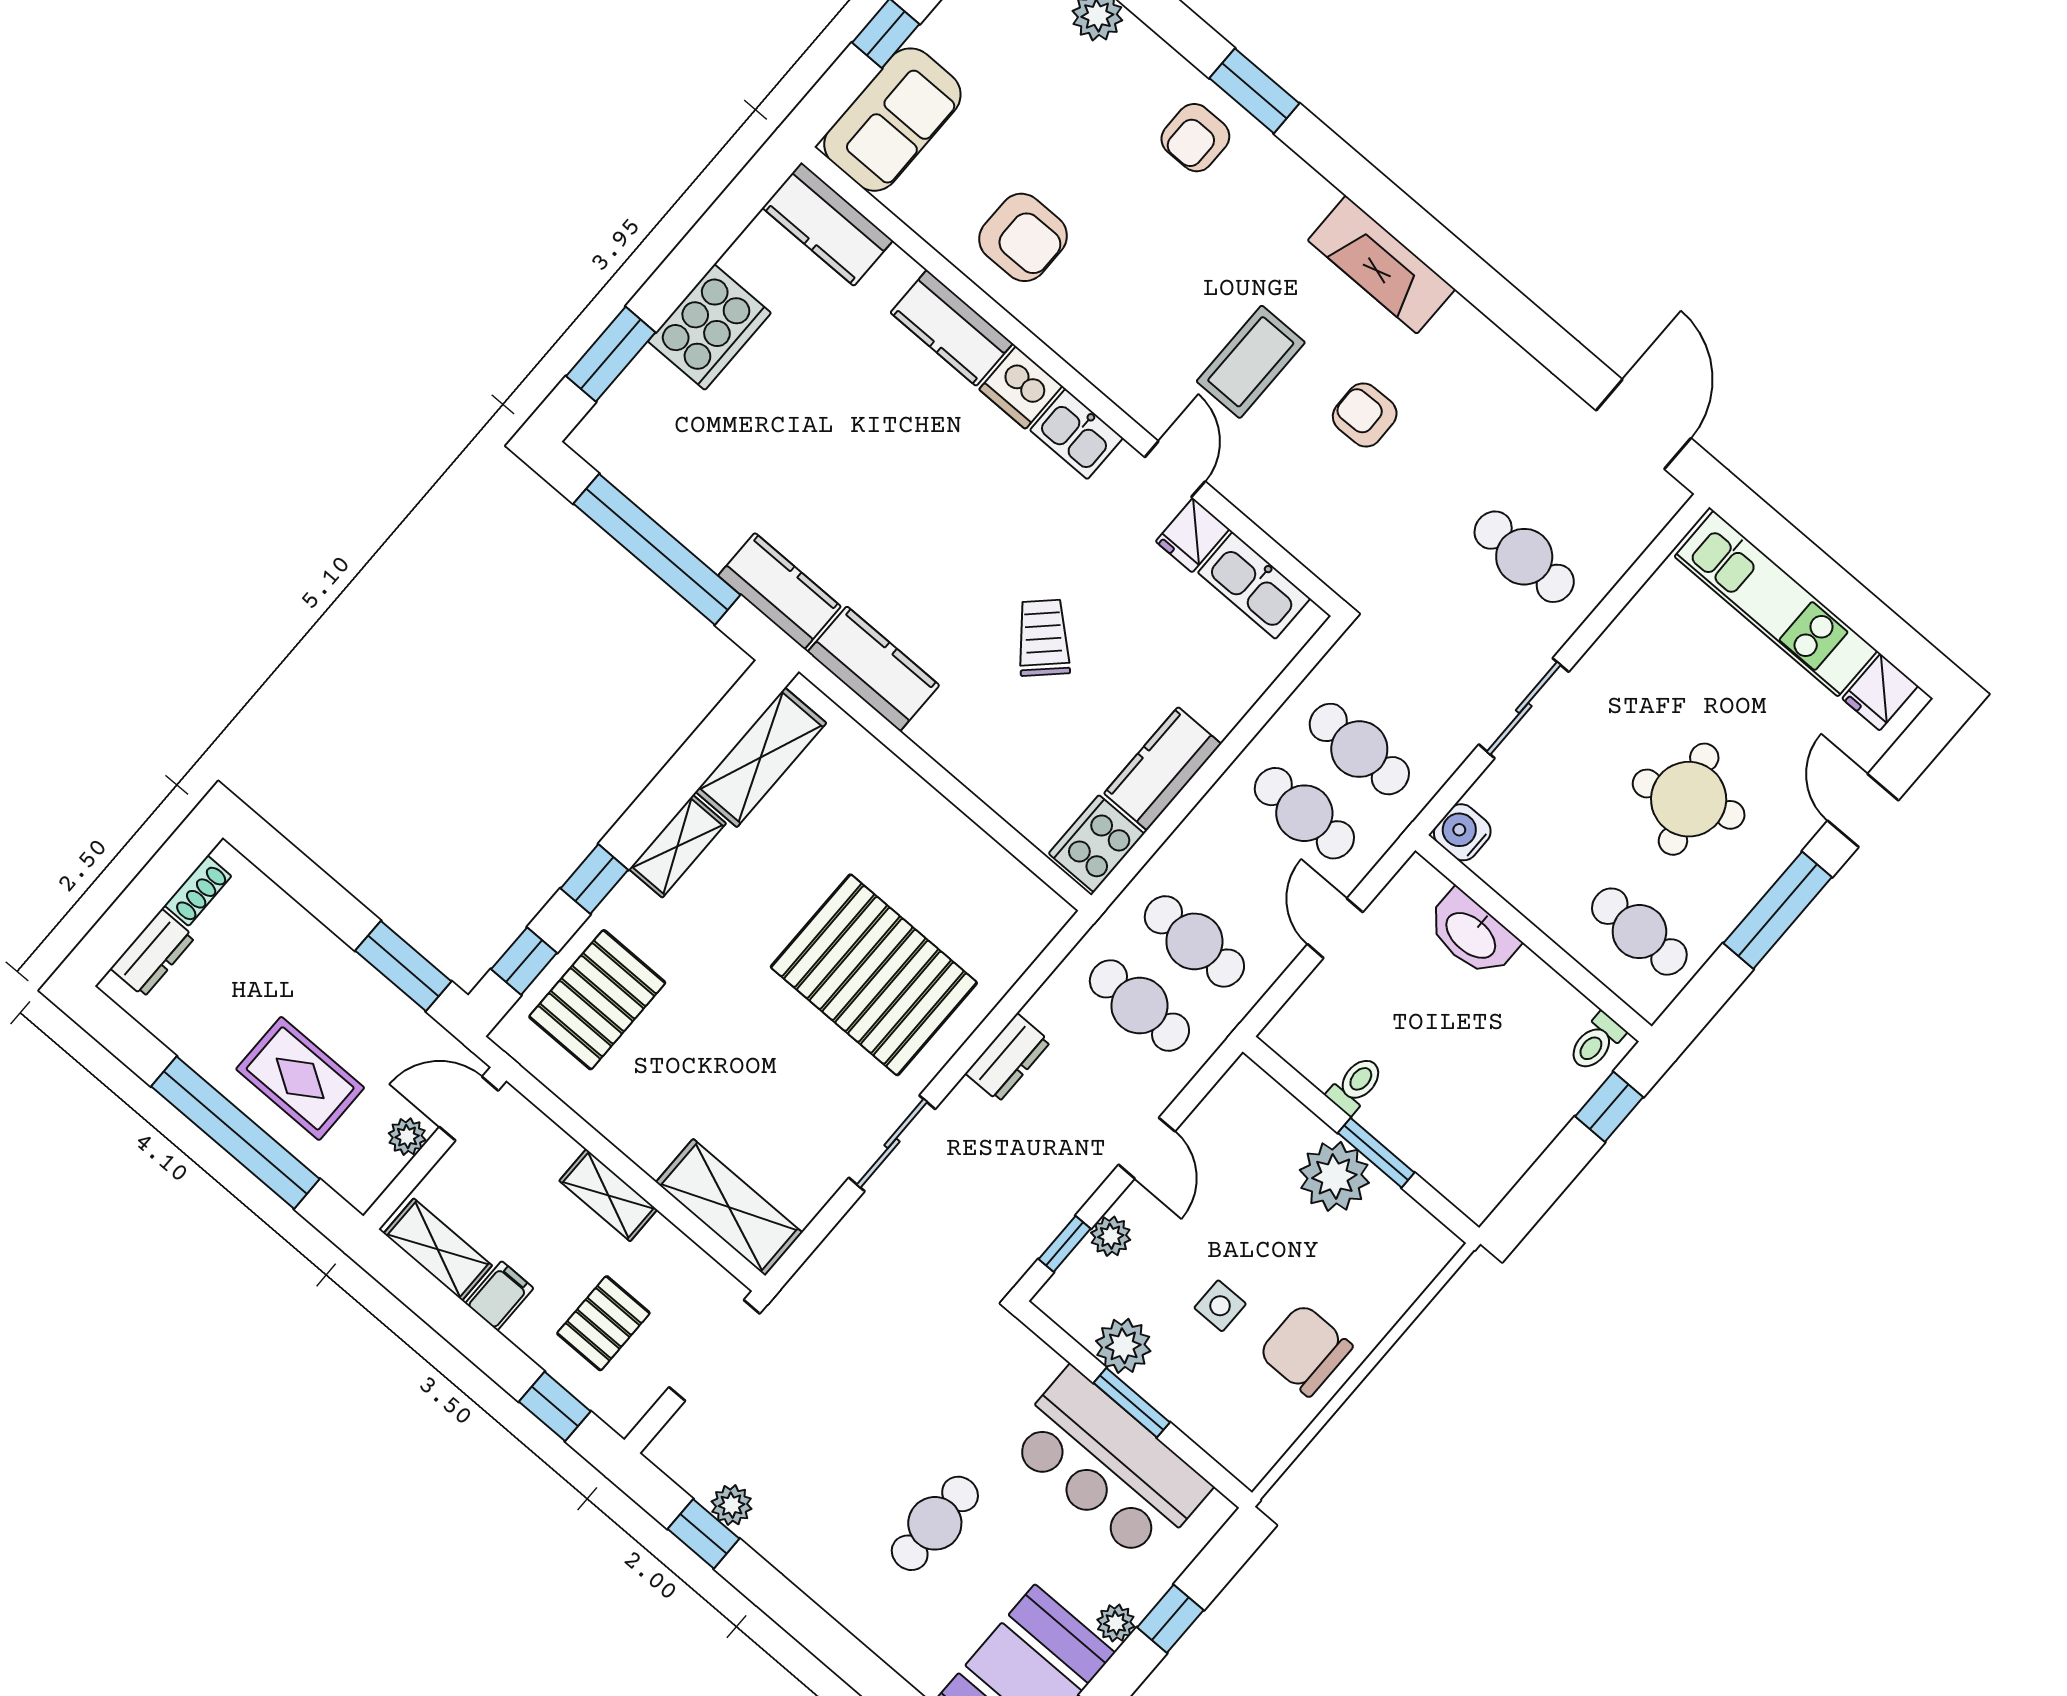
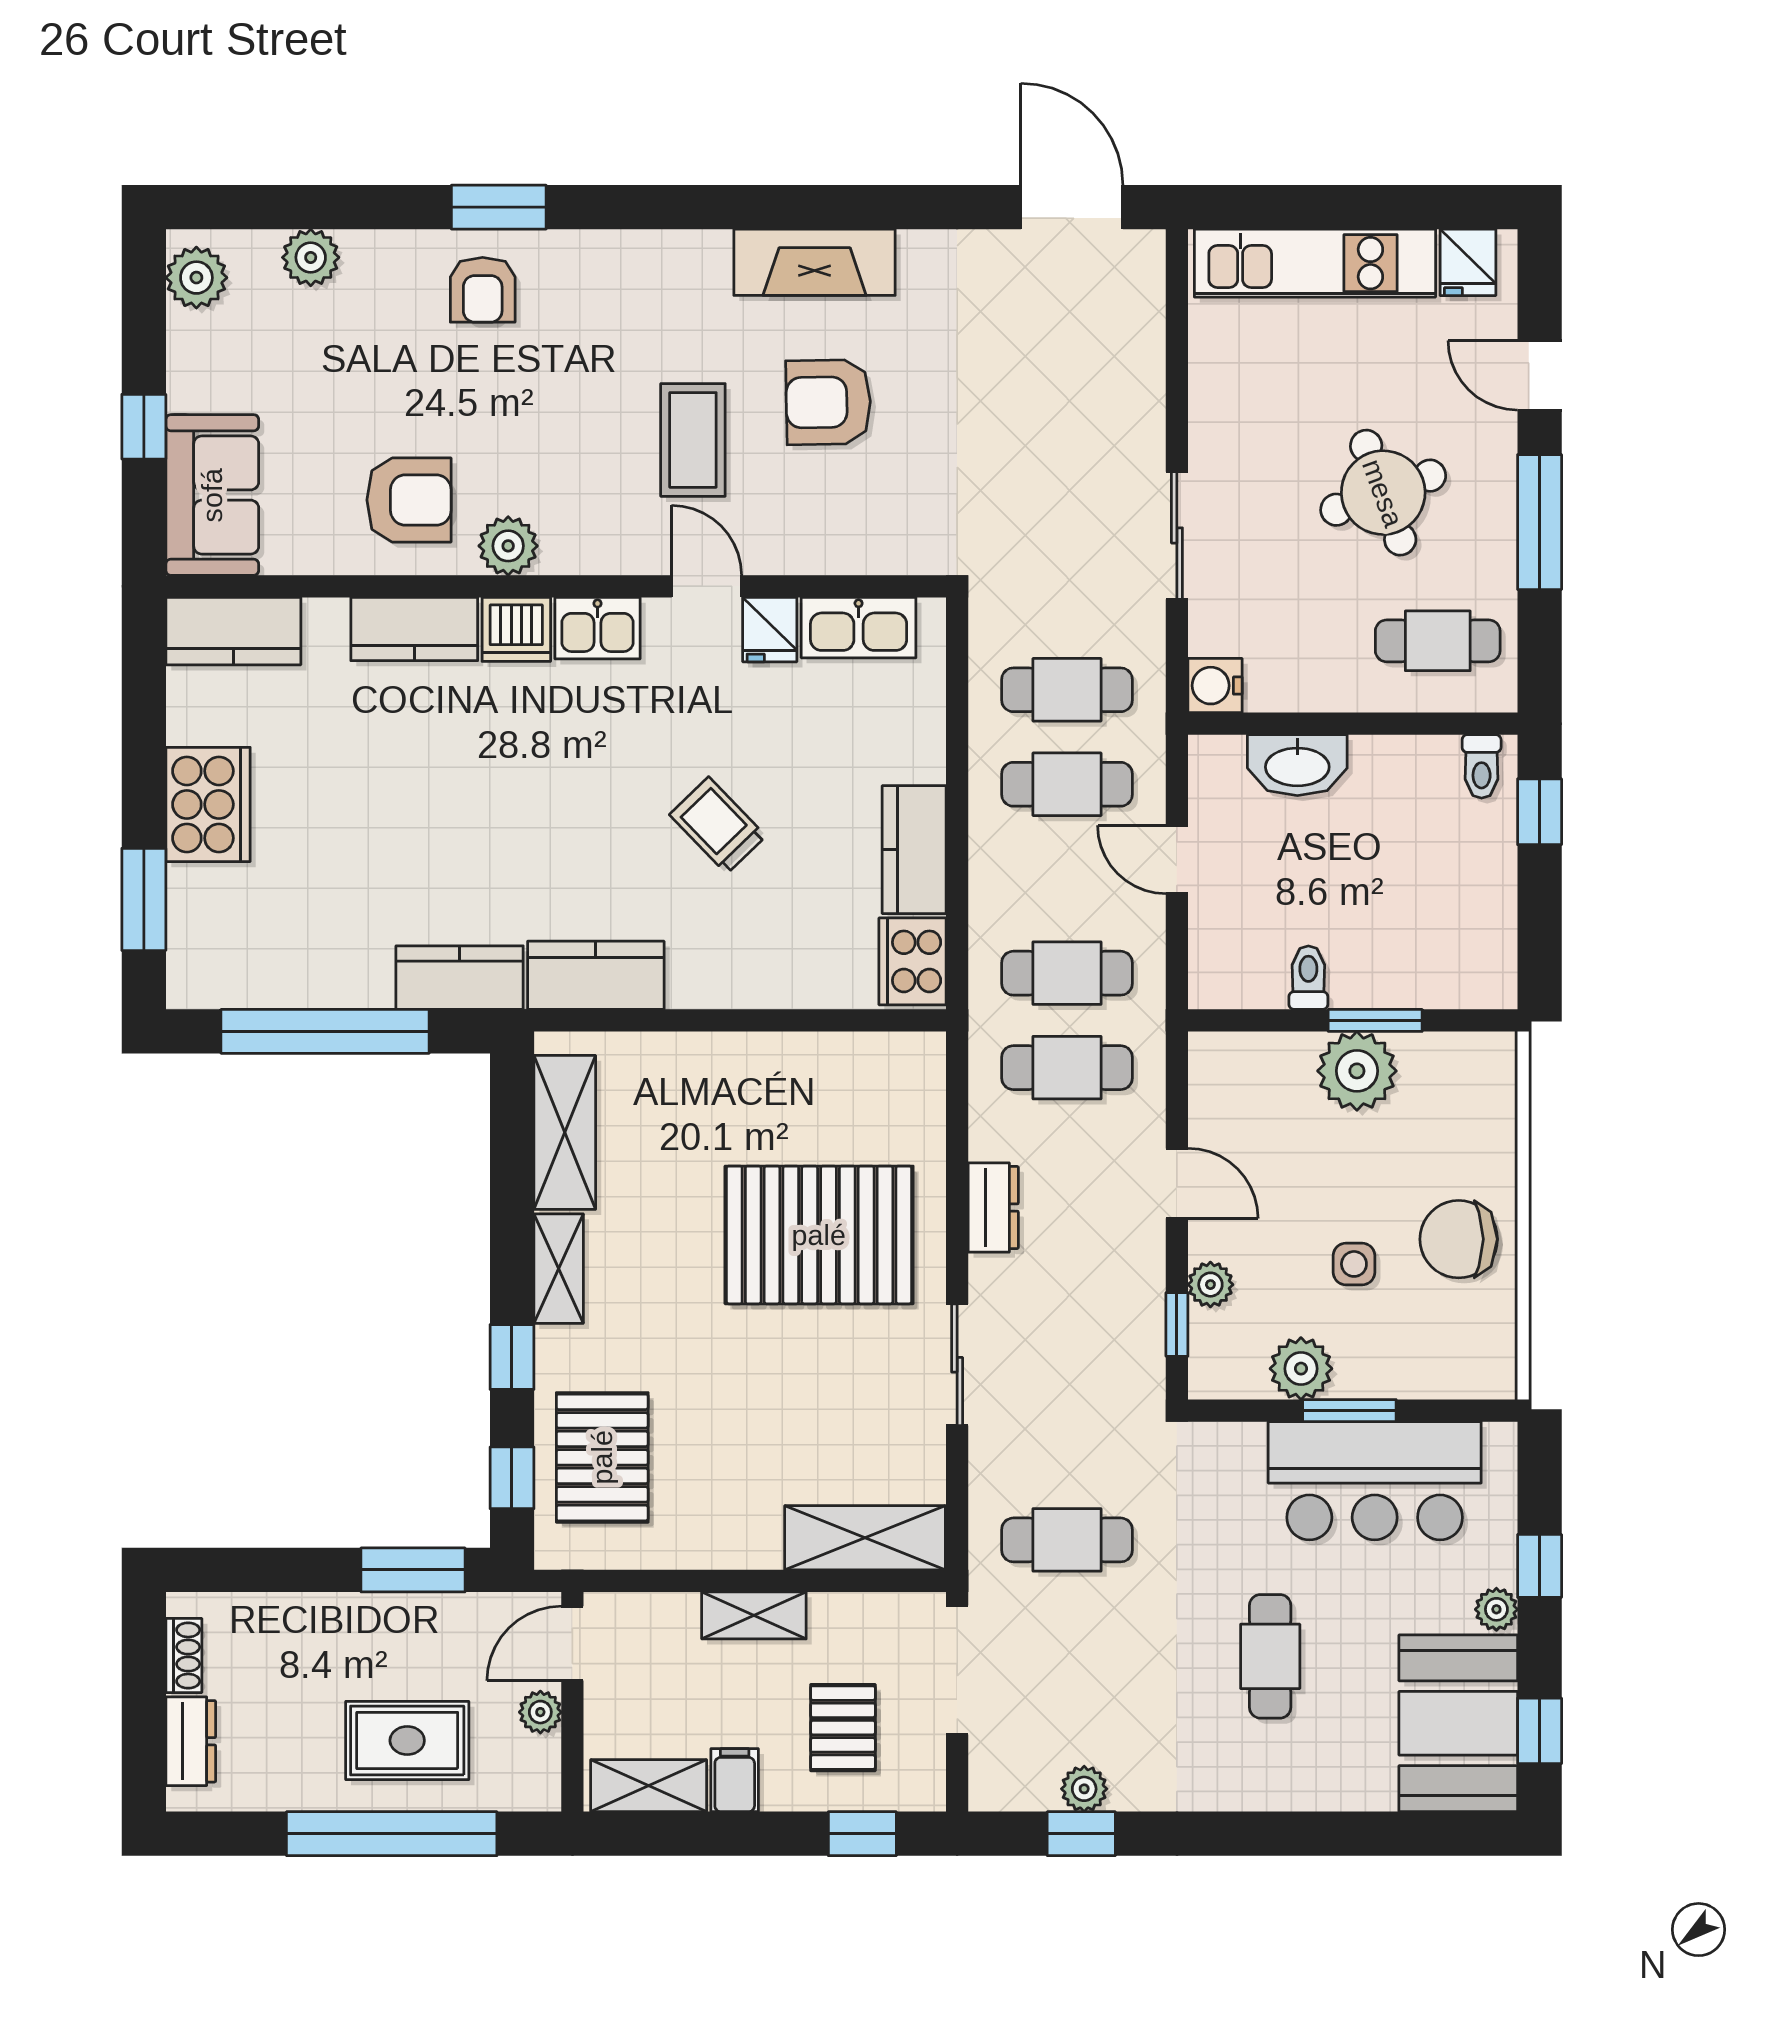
fireplace: (1381, 265) -> (815, 262), moved
plant: (1064, 326) -> (508, 546), added
armchair: (1365, 415) -> (828, 402), width x1.38, depth x1.38
cafe table: (1524, 557) -> (1067, 1540), moved

